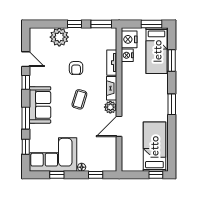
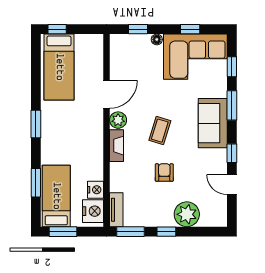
tv unit: (112, 63) -> (116, 210), moved

